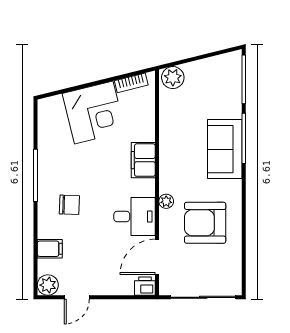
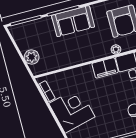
plant: (173, 78) -> (32, 57), moved
filing cabinet: (143, 160) -> (105, 68), moved

